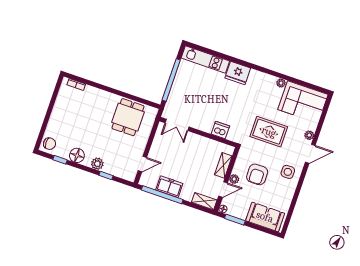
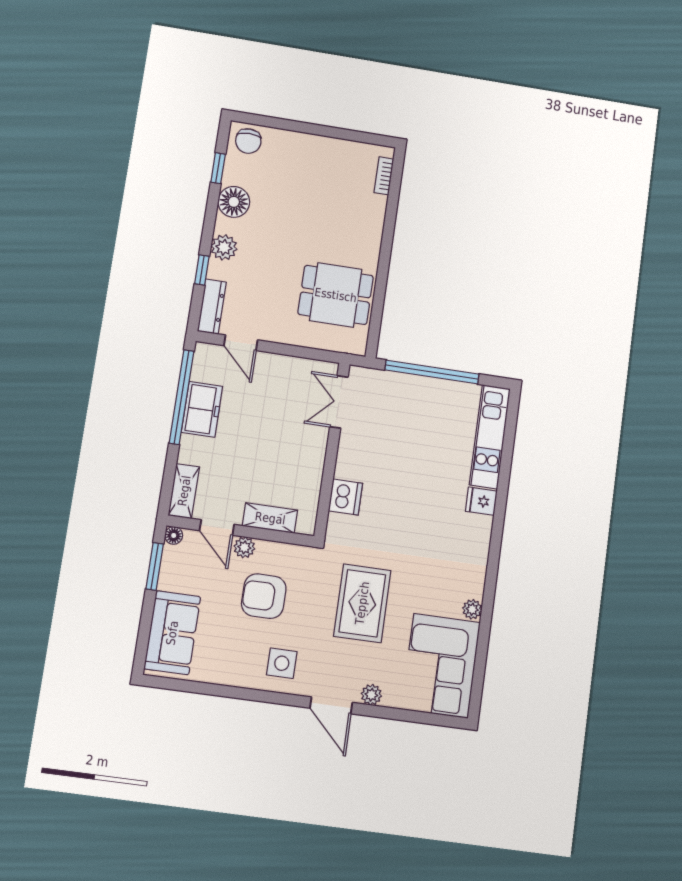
fridge: (238, 73) -> (481, 501), width x0.53, depth x0.75
dresser: (124, 174) -> (212, 307), added

